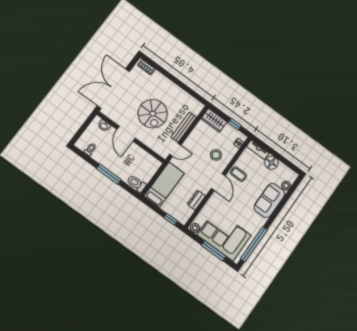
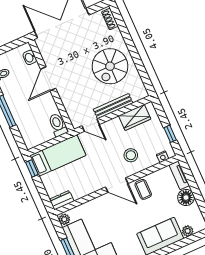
spiral stairs: (153, 114) -> (110, 66), moved
wardrobe: (214, 120) -> (135, 117), moved, turned -90
door: (218, 182) -> (117, 185), hinge flipped
toilet: (136, 184) -> (58, 125), moved
dresser: (196, 200) -> (62, 200), moved
window: (170, 219) -> (32, 168), moved

